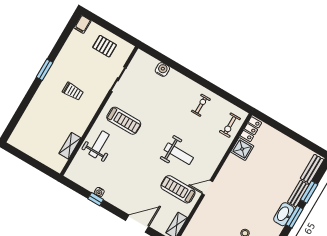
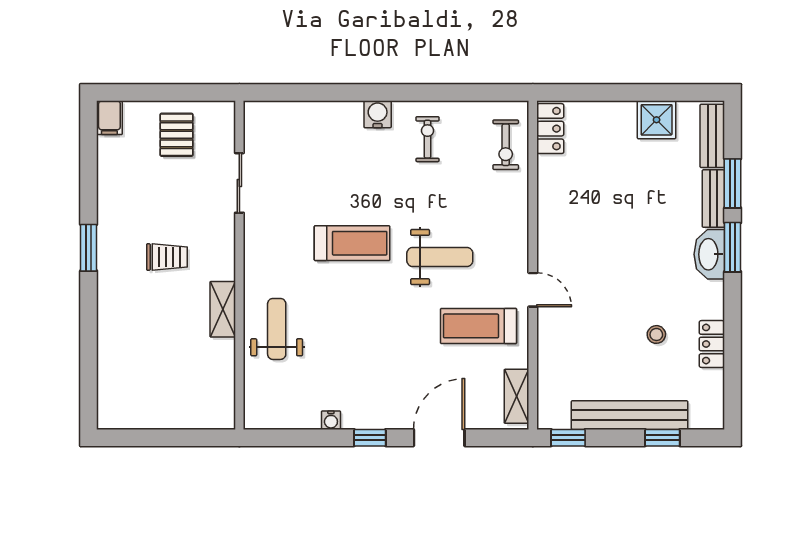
pallet: (105, 46) -> (177, 135), turned 90
water cooler: (162, 70) -> (378, 114), moved
treadmill: (124, 121) -> (352, 243), moved
shelving: (70, 146) -> (223, 309), moved
shower: (242, 149) -> (657, 120), moved
door: (207, 188) -> (533, 290), swing flipped
window: (96, 199) -> (370, 438), moved

